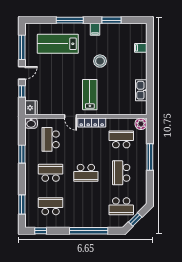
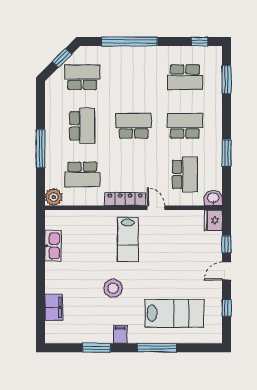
window: (22, 47) -> (227, 308), width x0.46
filing cabinet: (141, 48) -> (54, 307), width x2.00
school desk: (51, 173) -> (185, 126), turned 180

